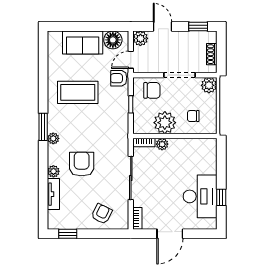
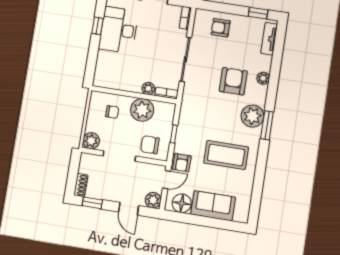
shoe rack: (212, 54) -> (81, 185), moved
armchair: (119, 78) -> (182, 163), turned 90
plant: (53, 138) -> (252, 116), width x1.88, depth x1.88
armchair: (82, 164) -> (233, 81), turned 180
tv unit: (53, 194) -> (269, 39), moved
armchair: (102, 214) -> (221, 28), turned 64

